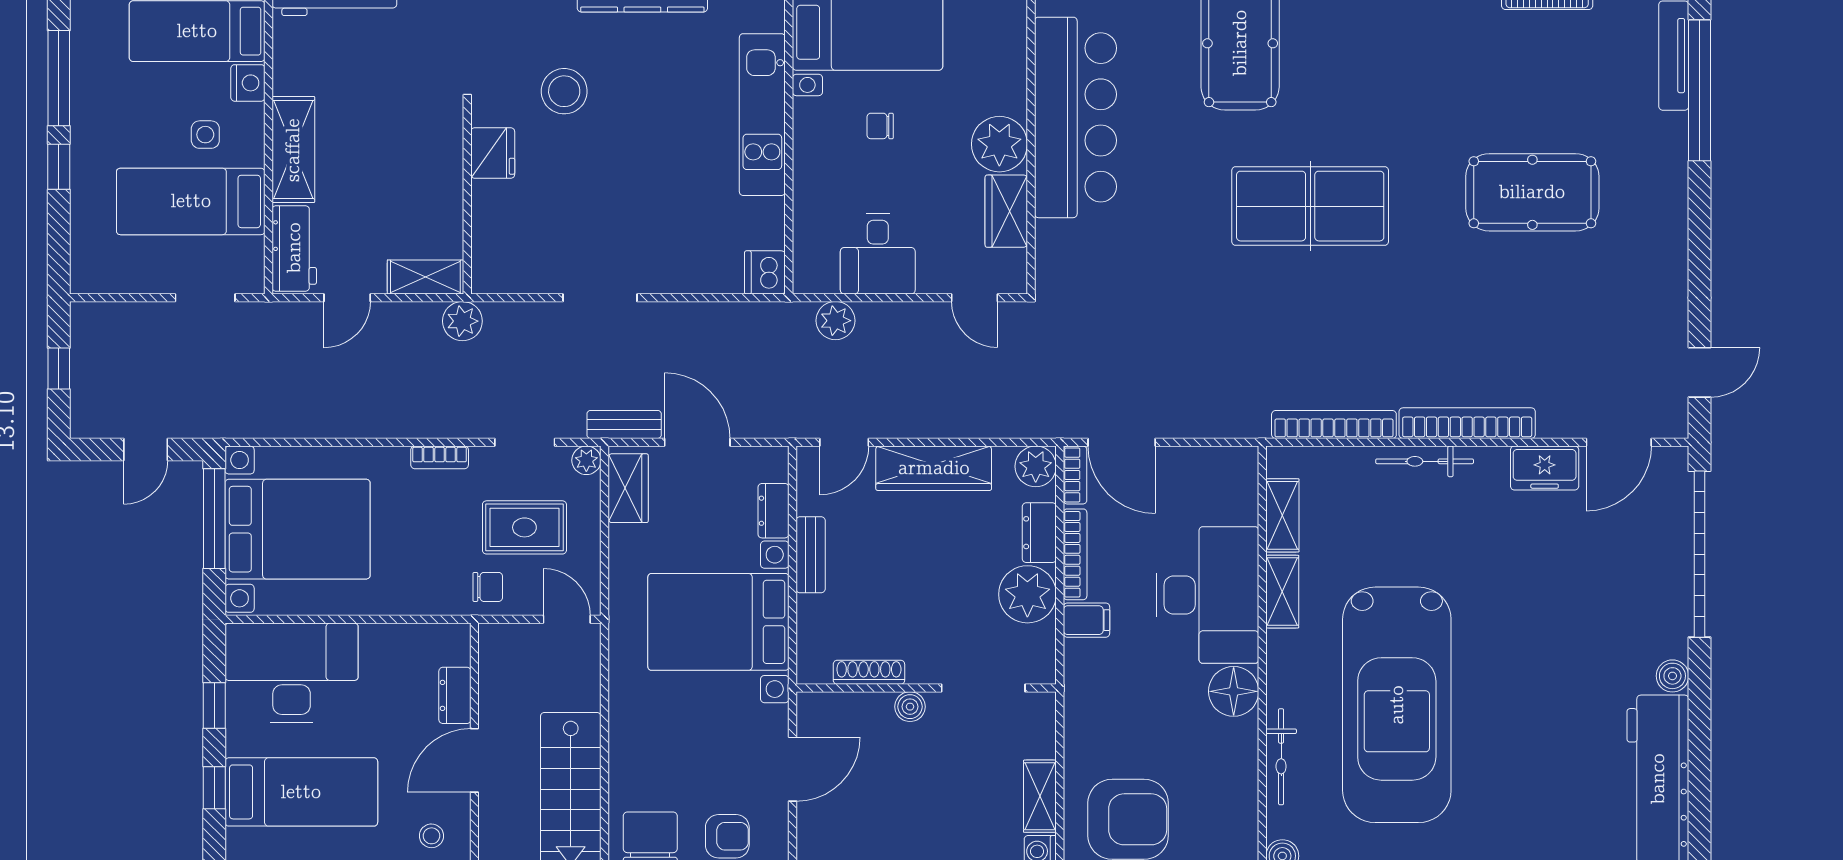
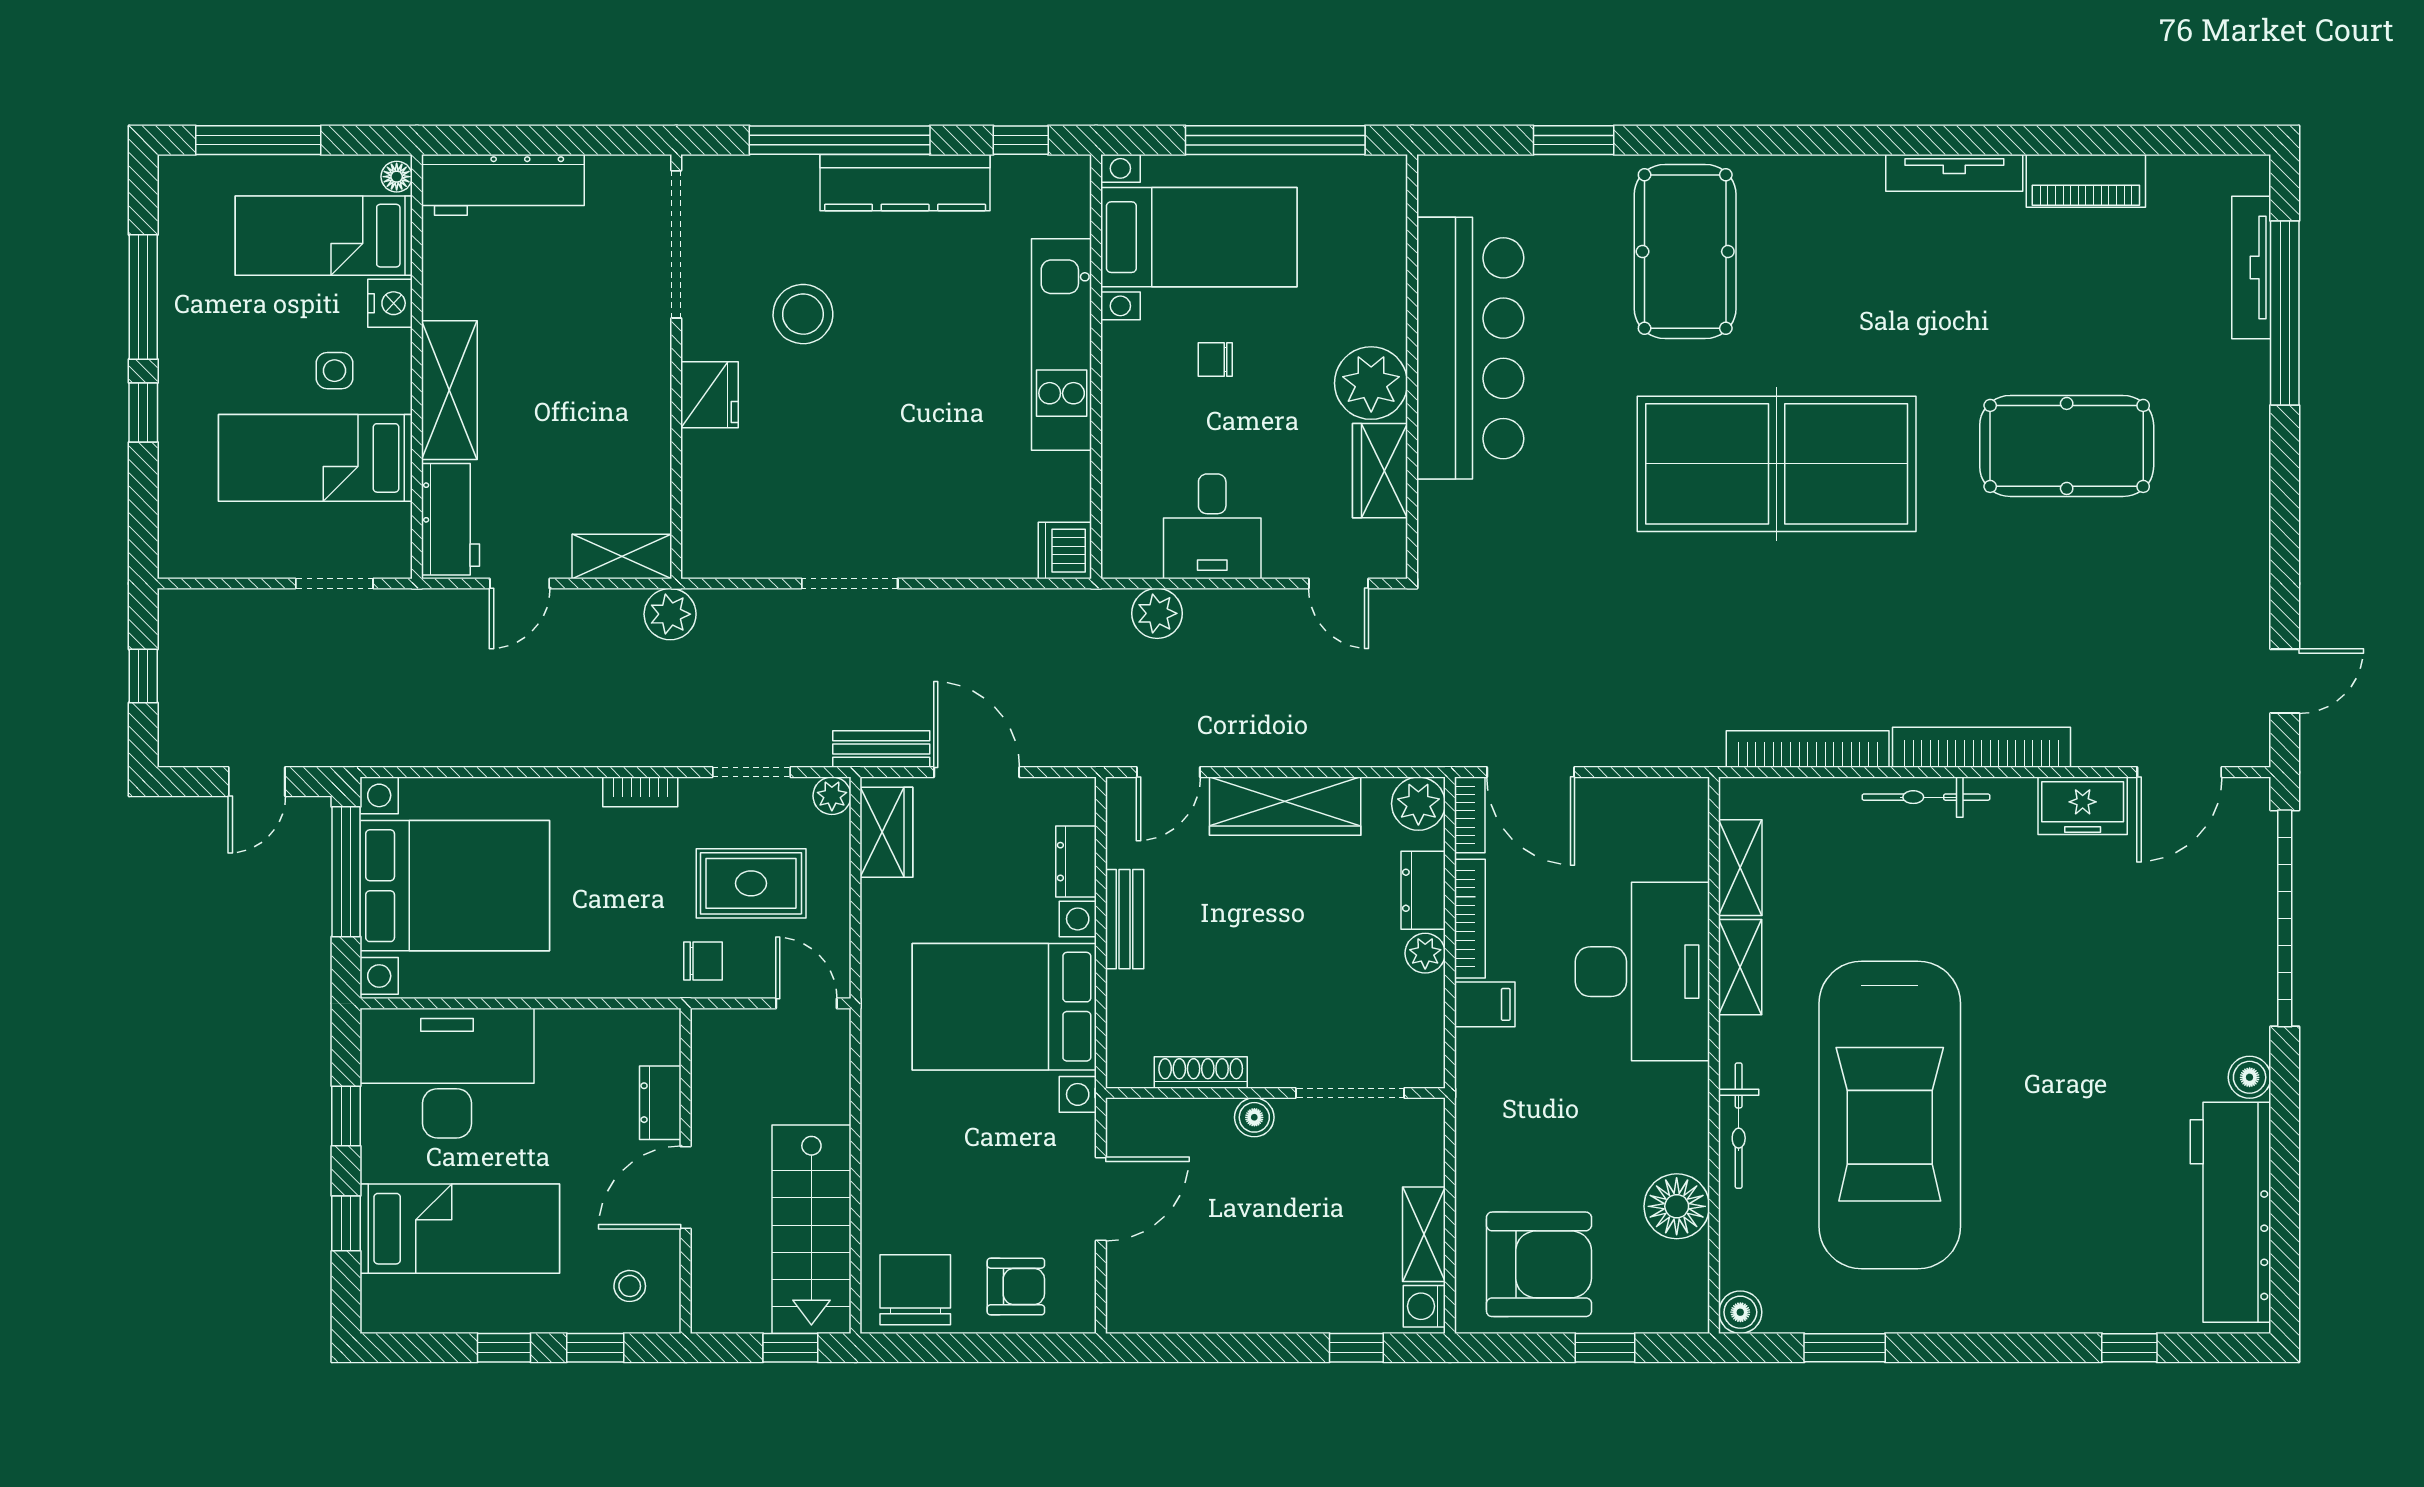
table tennis table: (1310, 206) -> (1777, 464), width x1.36, depth x1.32
plant: (1027, 594) -> (1425, 953), width x0.53, depth x0.53
floor lamp: (1234, 691) -> (1677, 1206), moved
bicycle: (1281, 757) -> (1739, 1126), moved

